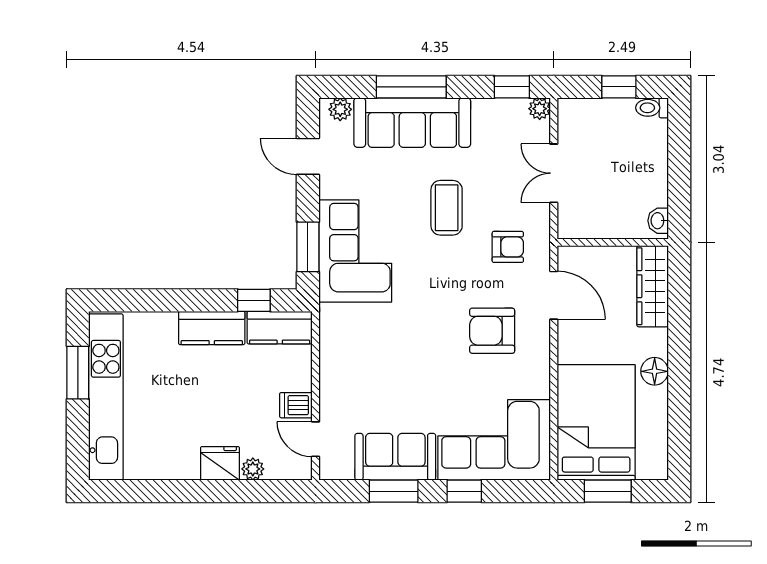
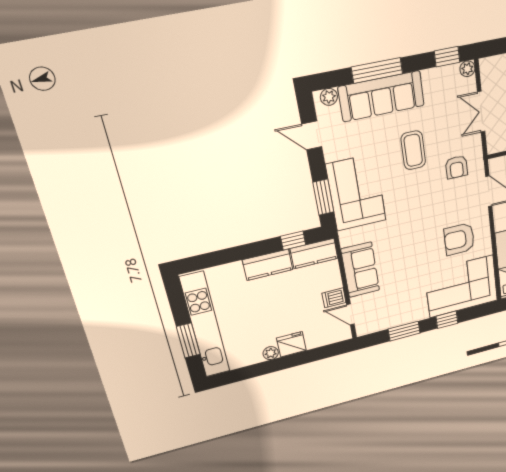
armchair: (508, 247) -> (456, 167), turned 90
armchair: (492, 331) -> (459, 239), moved
window: (78, 373) -> (188, 341), moved
sofa: (395, 457) -> (360, 270), moved, turned 90
plant: (253, 469) -> (271, 353), moved

